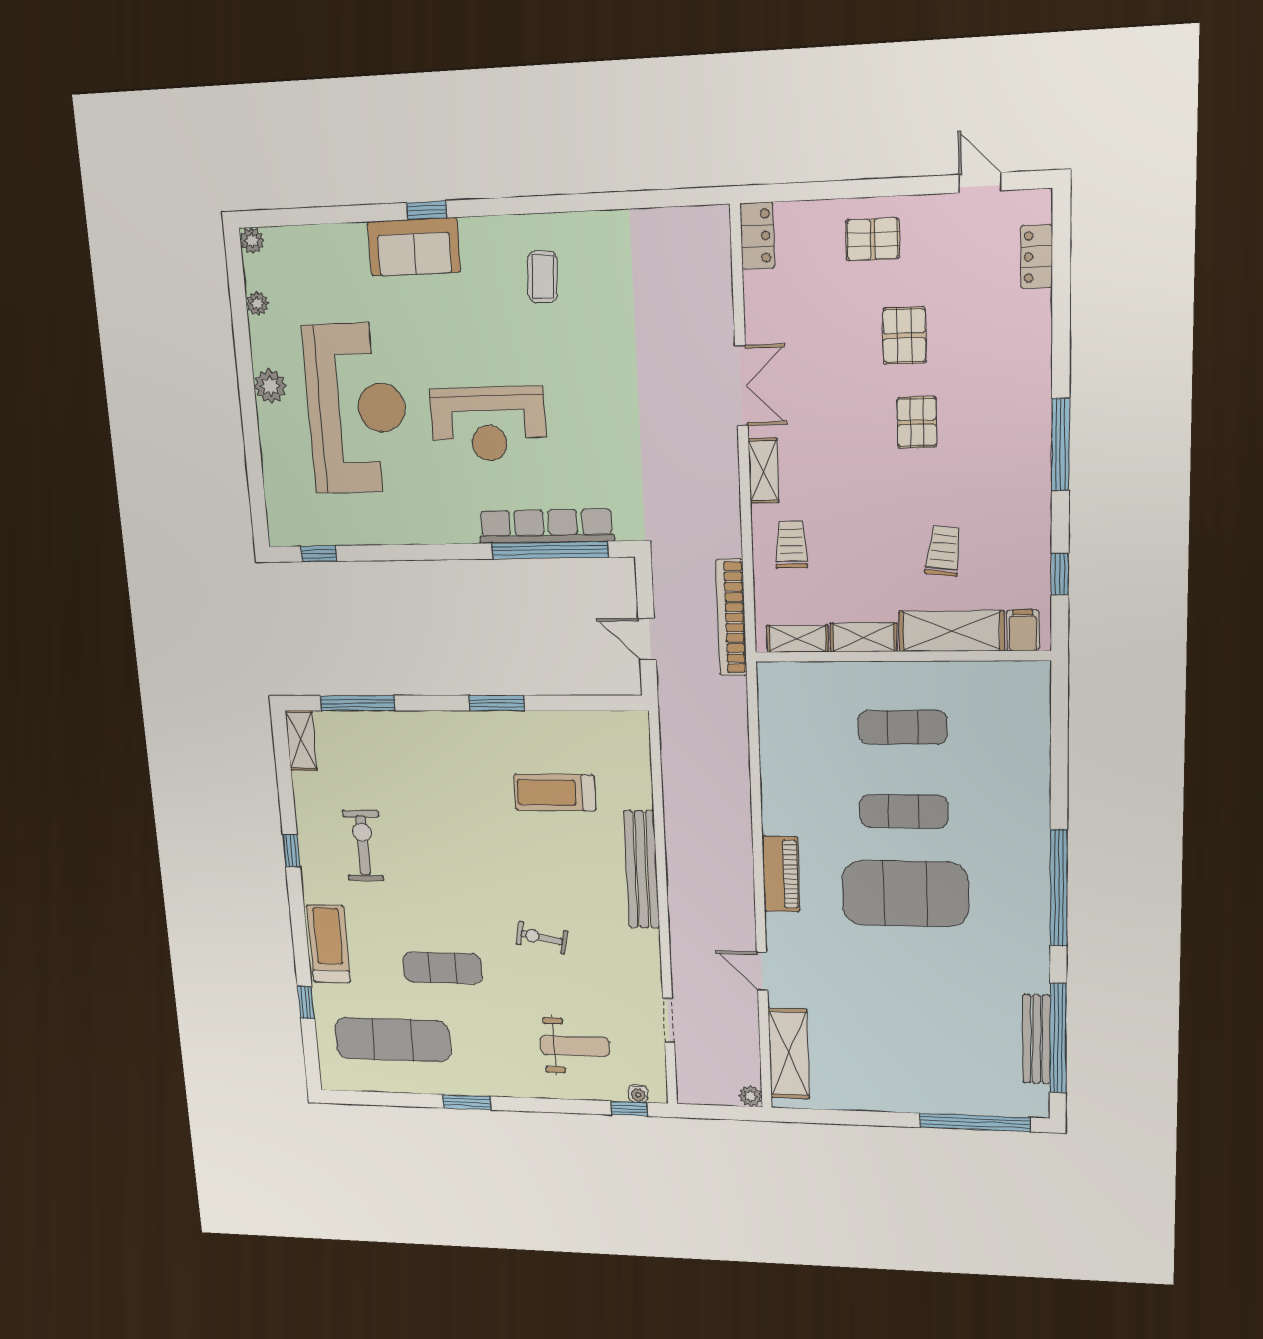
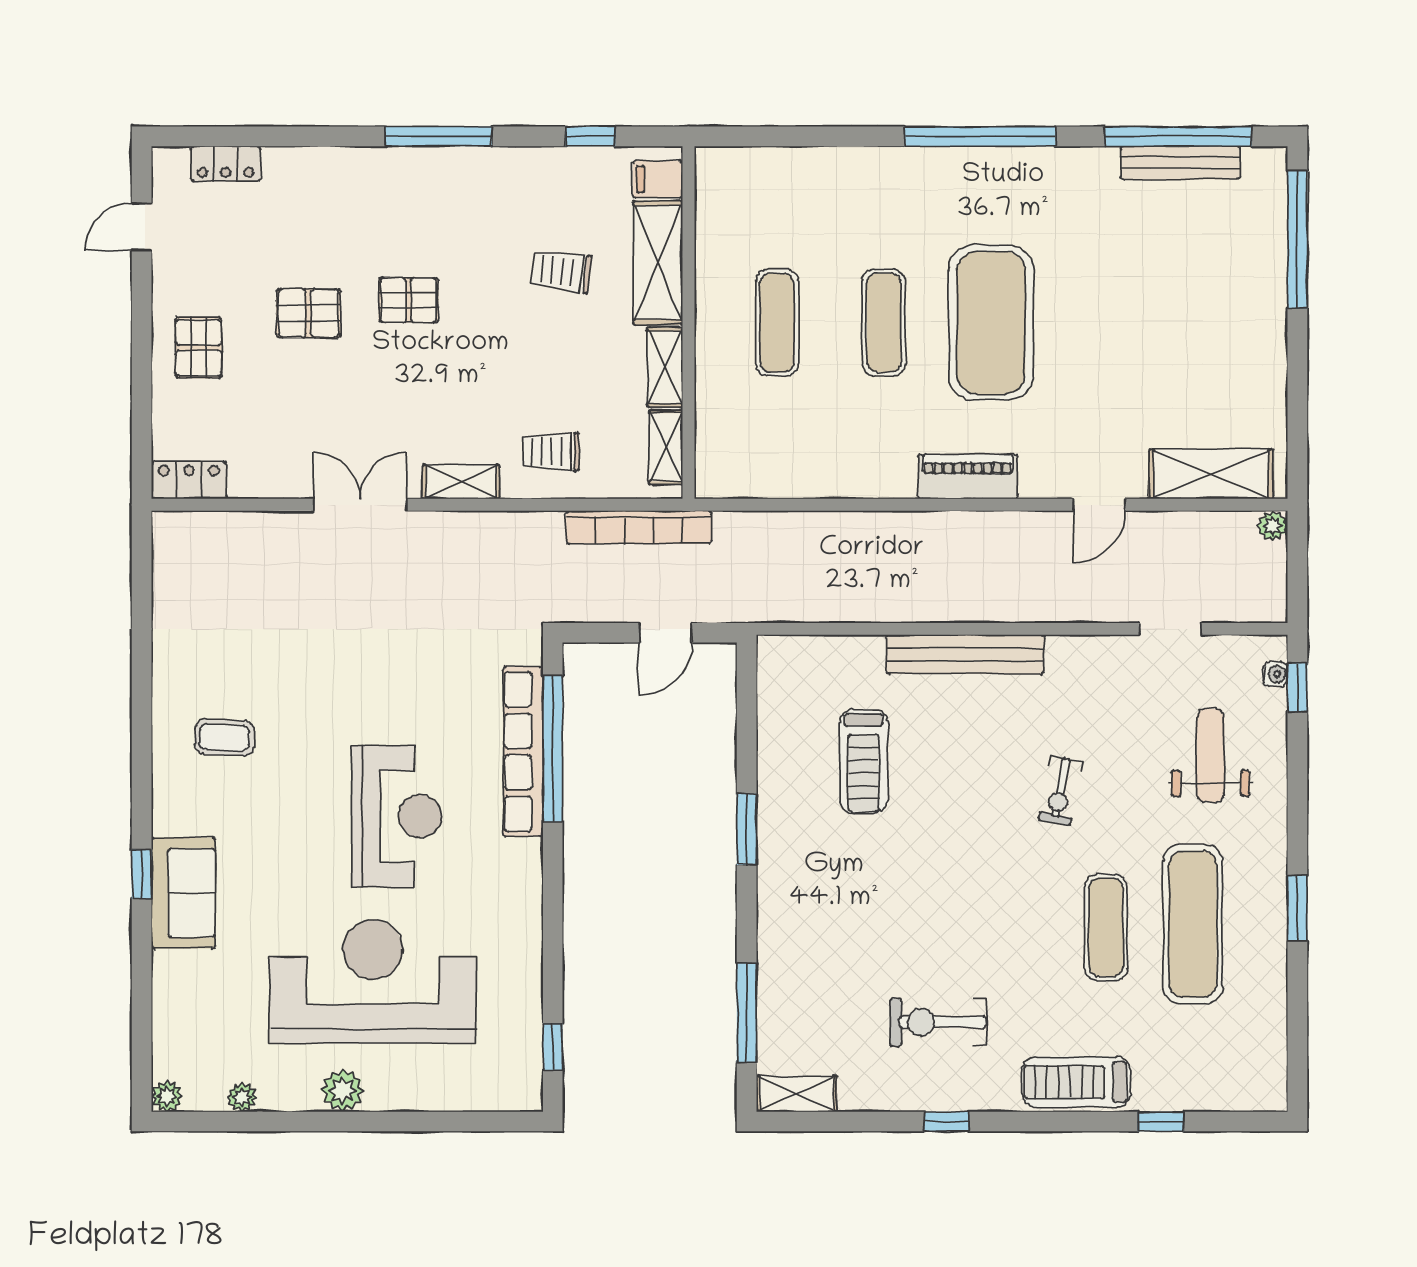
exercise mat: (393, 1040) -> (1193, 924), moved

